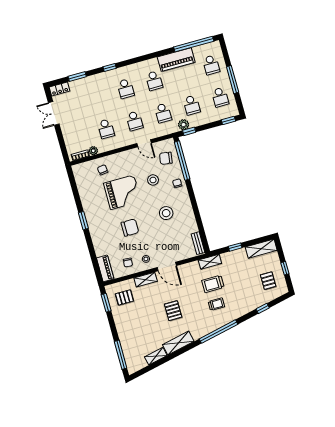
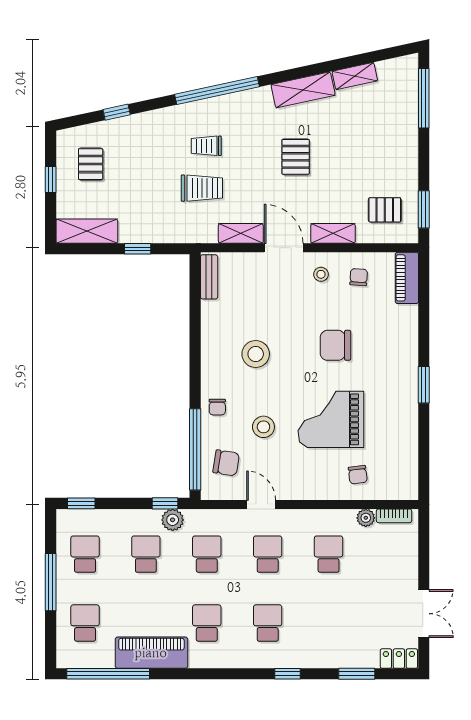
shelving: (210, 262) -> (241, 233), moved

